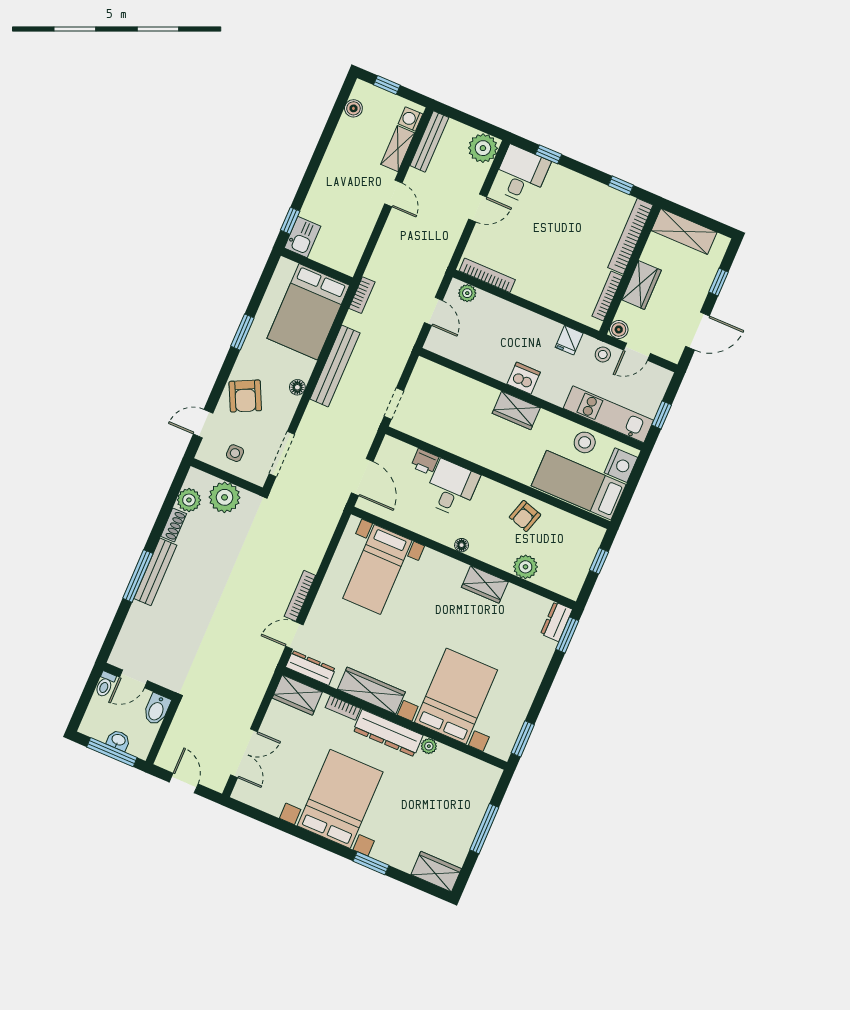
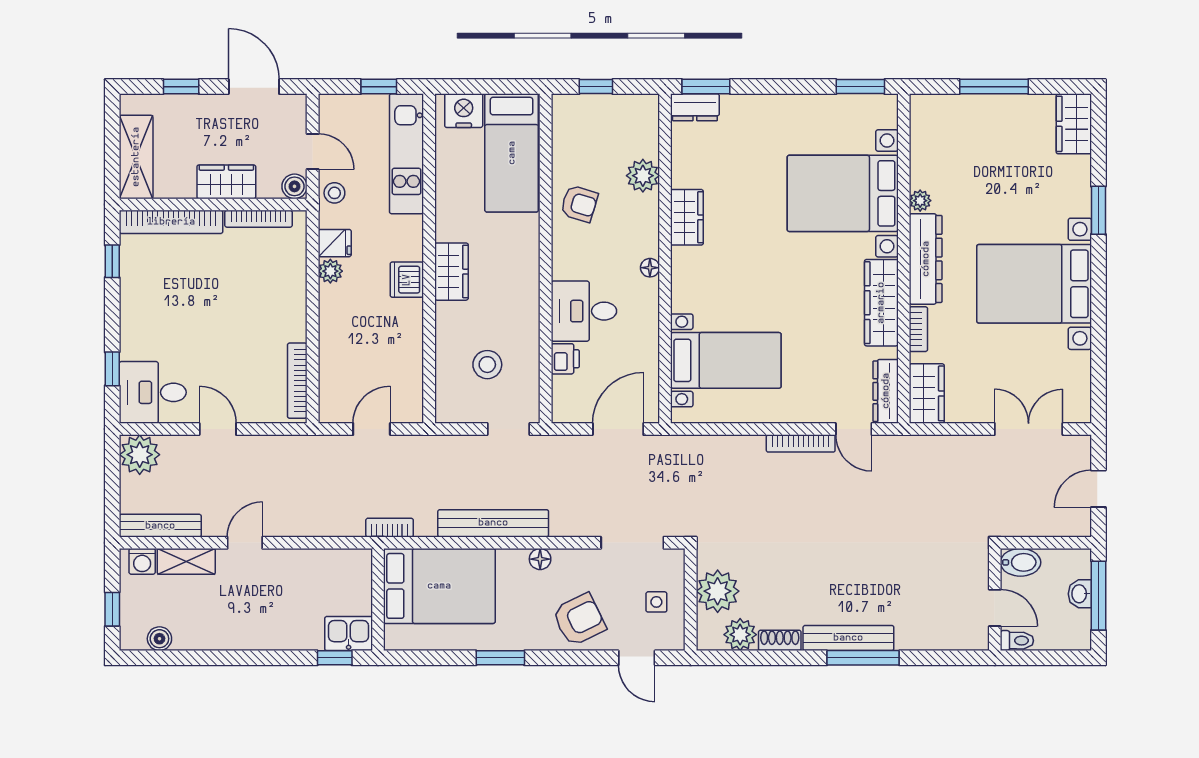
plant: (467, 293) -> (330, 271), moved
stool: (585, 442) -> (487, 365), moved

